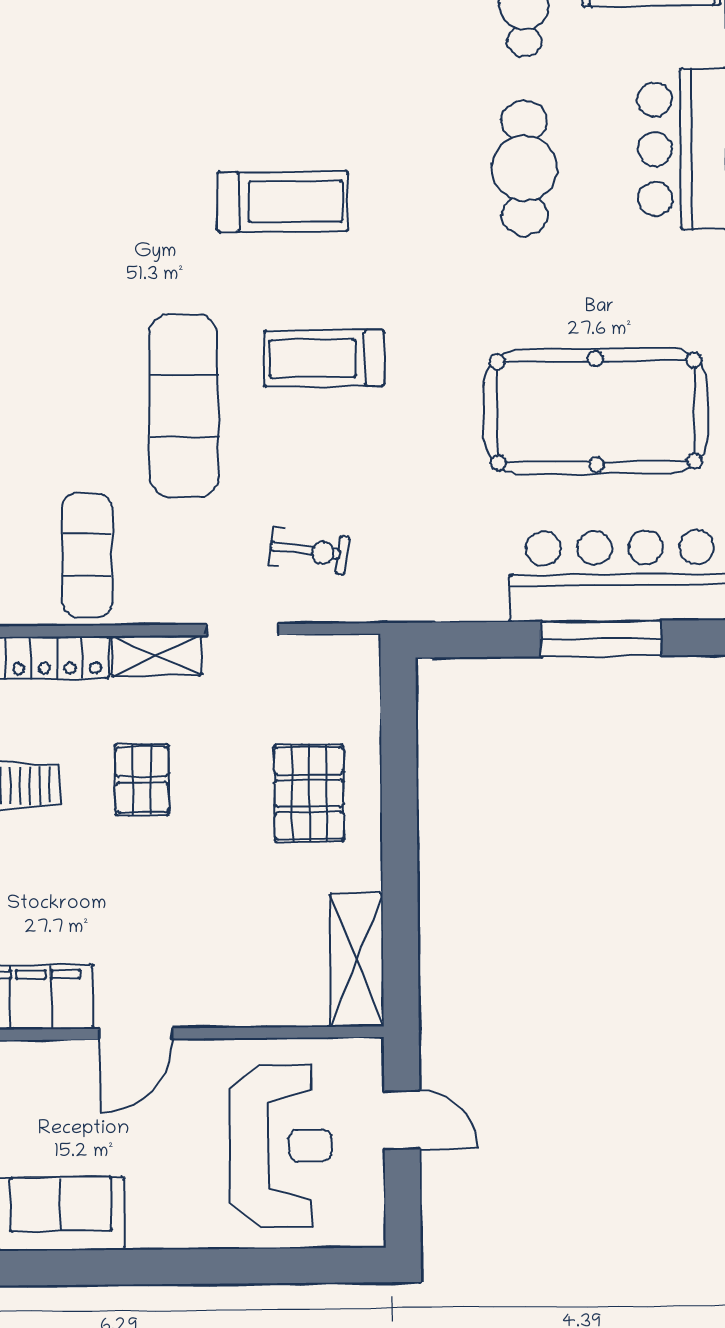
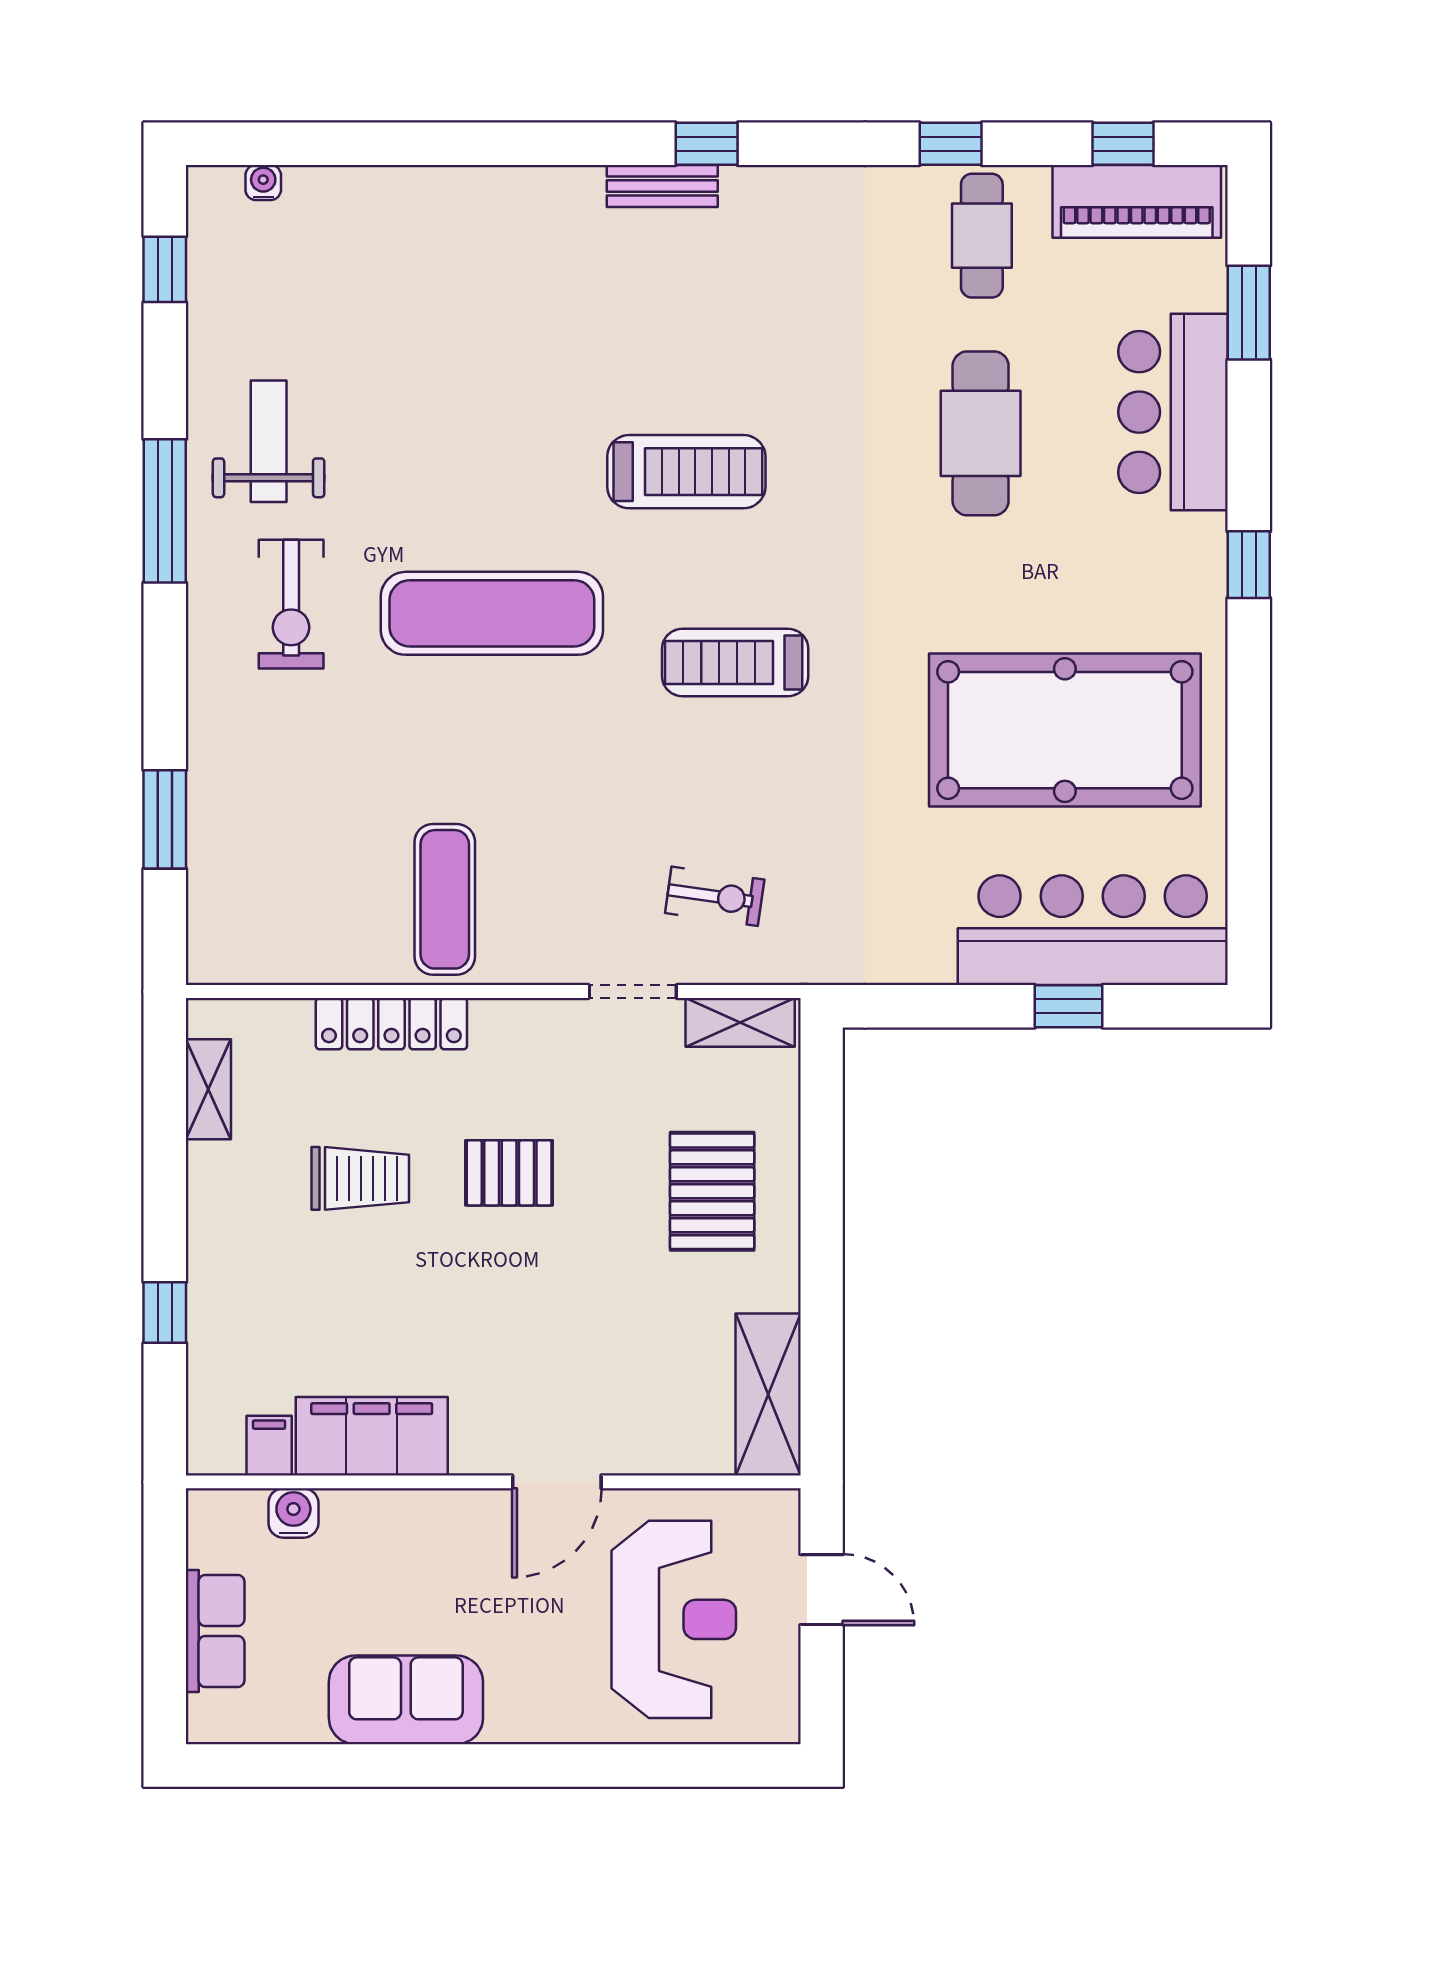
exercise mat: (184, 406) -> (492, 613), moved, turned 90
window: (601, 639) -> (1069, 1006), width x0.46
shelving: (157, 656) -> (740, 1022), moved
pallet: (142, 780) -> (509, 1173), turned 90
door: (136, 1034) -> (557, 1482), moved

